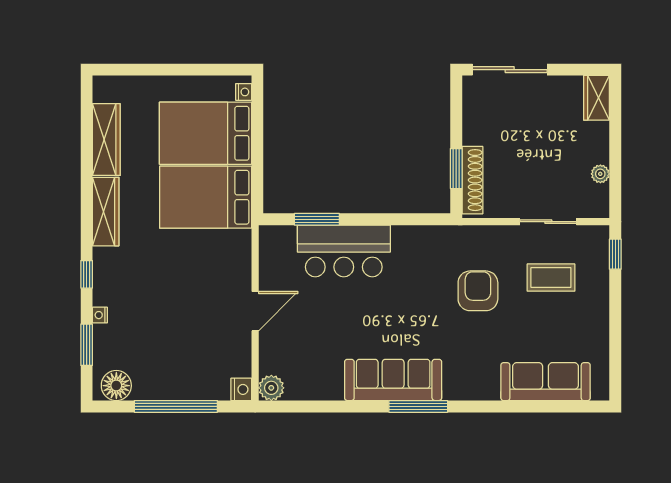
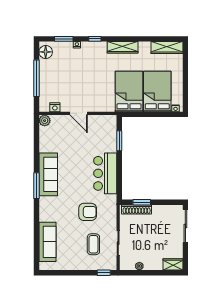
wardrobe: (106, 140) -> (167, 48), moved
bar counter: (344, 251) -> (105, 173), moved
nightstand: (241, 389) -> (55, 107), moved

